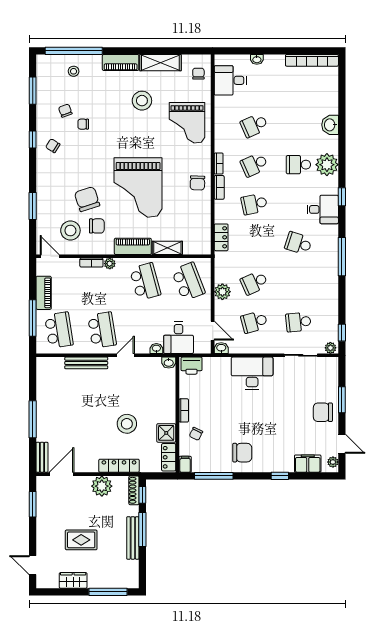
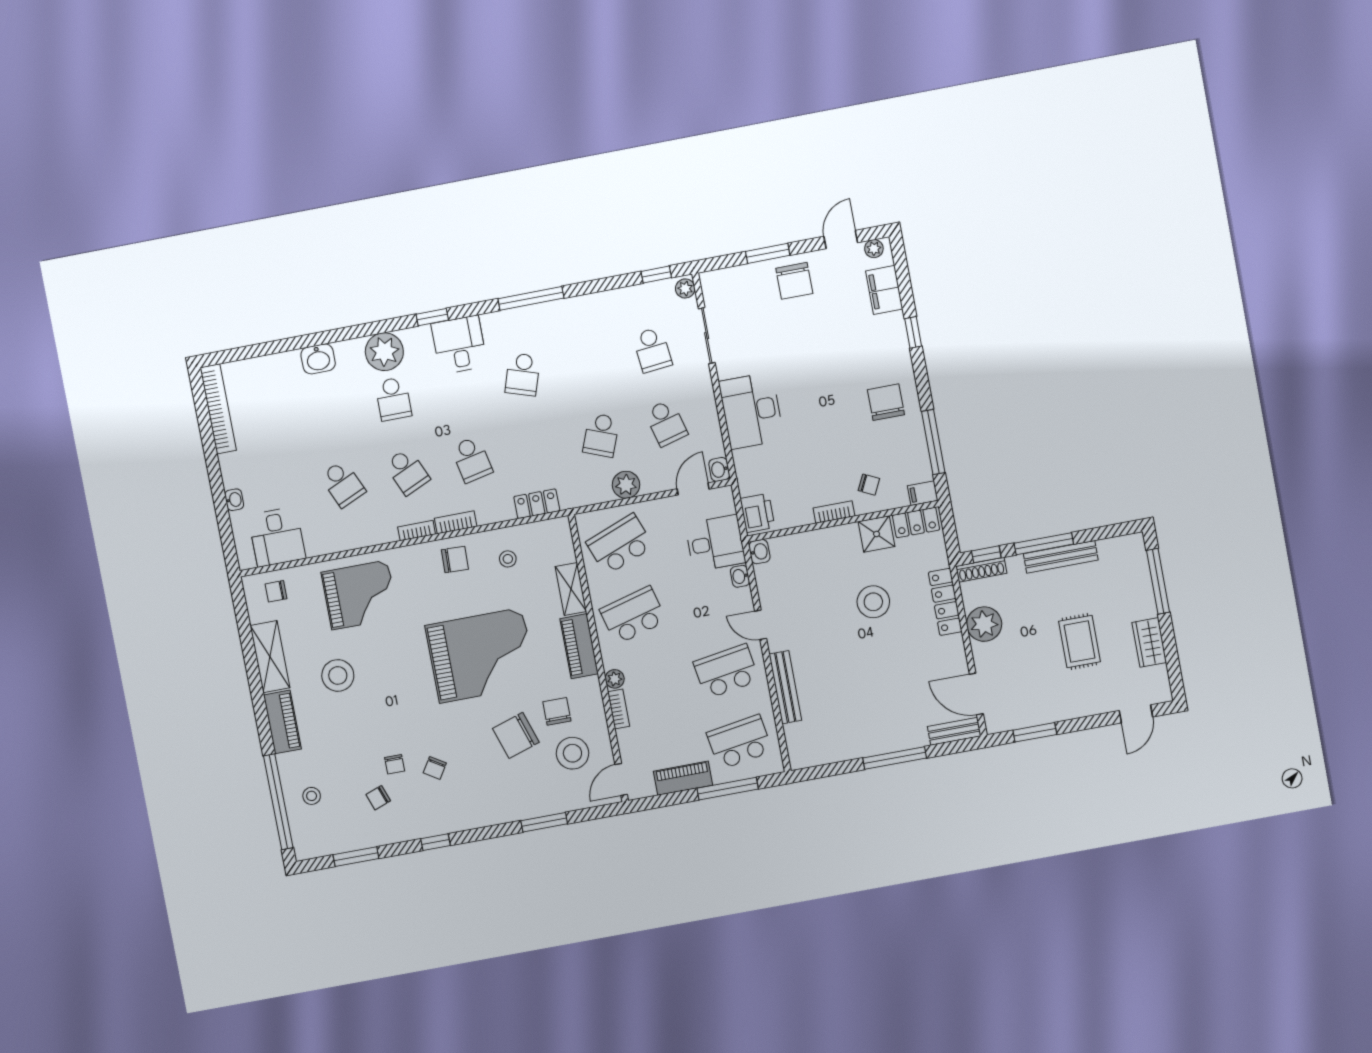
chair: (53, 146) -> (435, 768), moved
stool: (192, 214) -> (508, 559), added
school desk: (254, 283) -> (601, 435), turned 45

